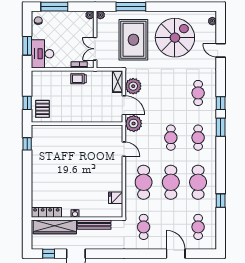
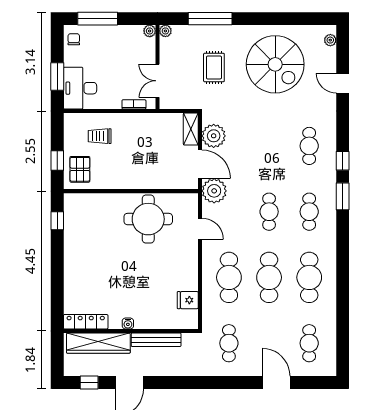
spiral stairs: (175, 38) -> (275, 64), turned 90
rug: (133, 40) -> (214, 67), width x0.54, depth x0.49
trolley: (79, 79) -> (100, 136), moved
round table: (89, 143) -> (148, 219), added
window: (221, 201) -> (343, 305), removed

